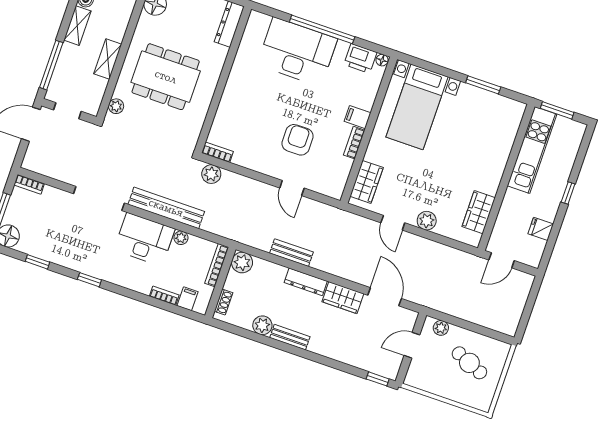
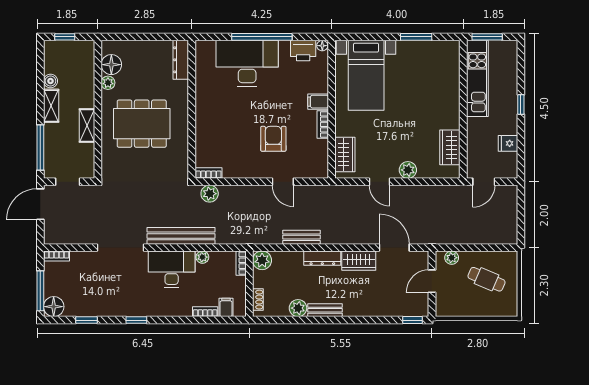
plant: (116, 106) -> (108, 83), moved
bookcase: (217, 265) -> (241, 263), width x0.64

